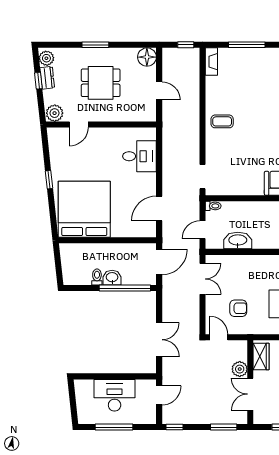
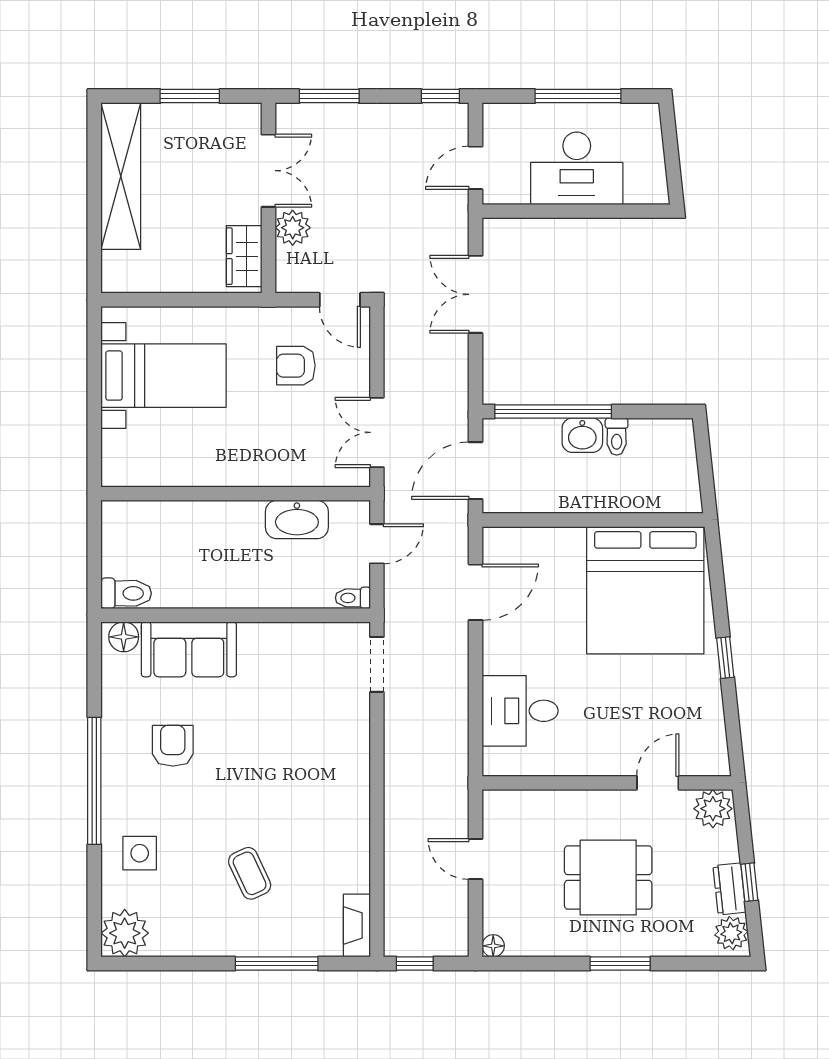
floor lamp: (147, 57) -> (493, 946), width x0.53, depth x0.53
coffee table: (222, 121) -> (250, 873), moved, turned 65

